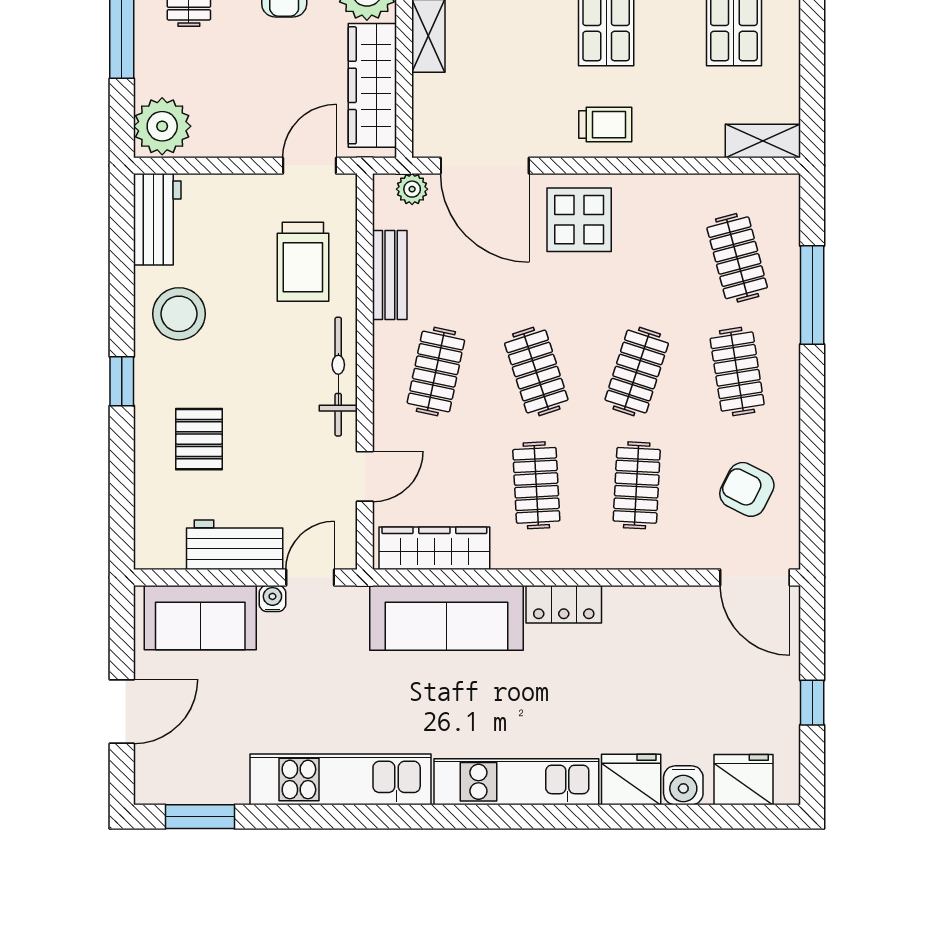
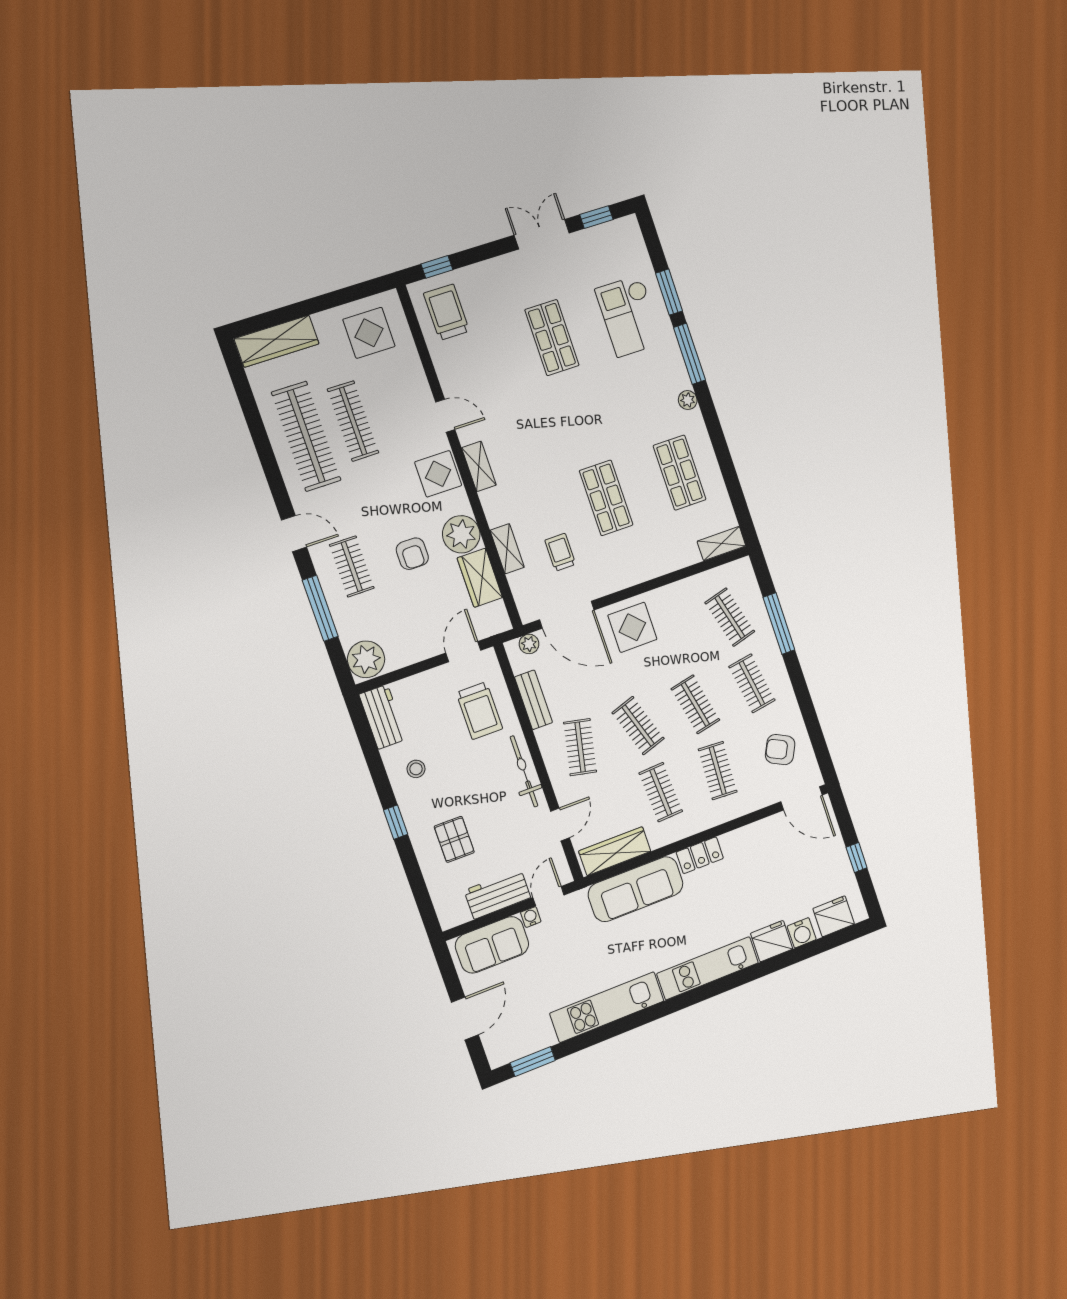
wardrobe: (372, 85) -> (480, 578), width x0.67
trolley: (605, 125) -> (560, 552), moved, turned -90
stool: (179, 314) -> (416, 769), width x0.53, depth x0.53
clothes rail: (637, 372) -> (695, 704), turned -30

